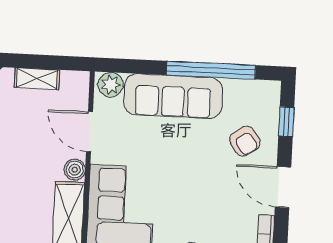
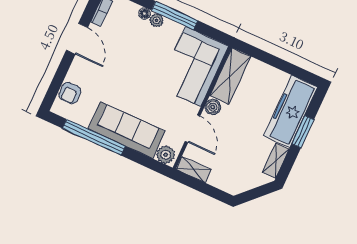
shelving: (37, 79) -> (193, 169), moved
window: (286, 122) -> (57, 82), removed
armchair: (245, 141) -> (70, 93), moved, turned -145

